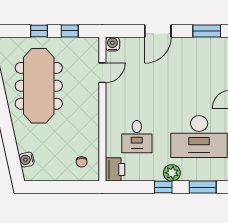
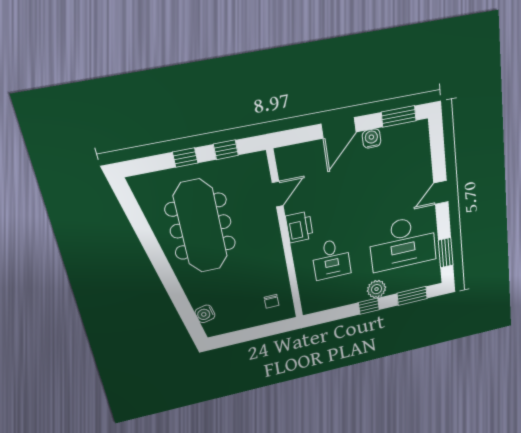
water cooler: (112, 44) -> (372, 139), moved
printer: (115, 169) -> (299, 227), moved

